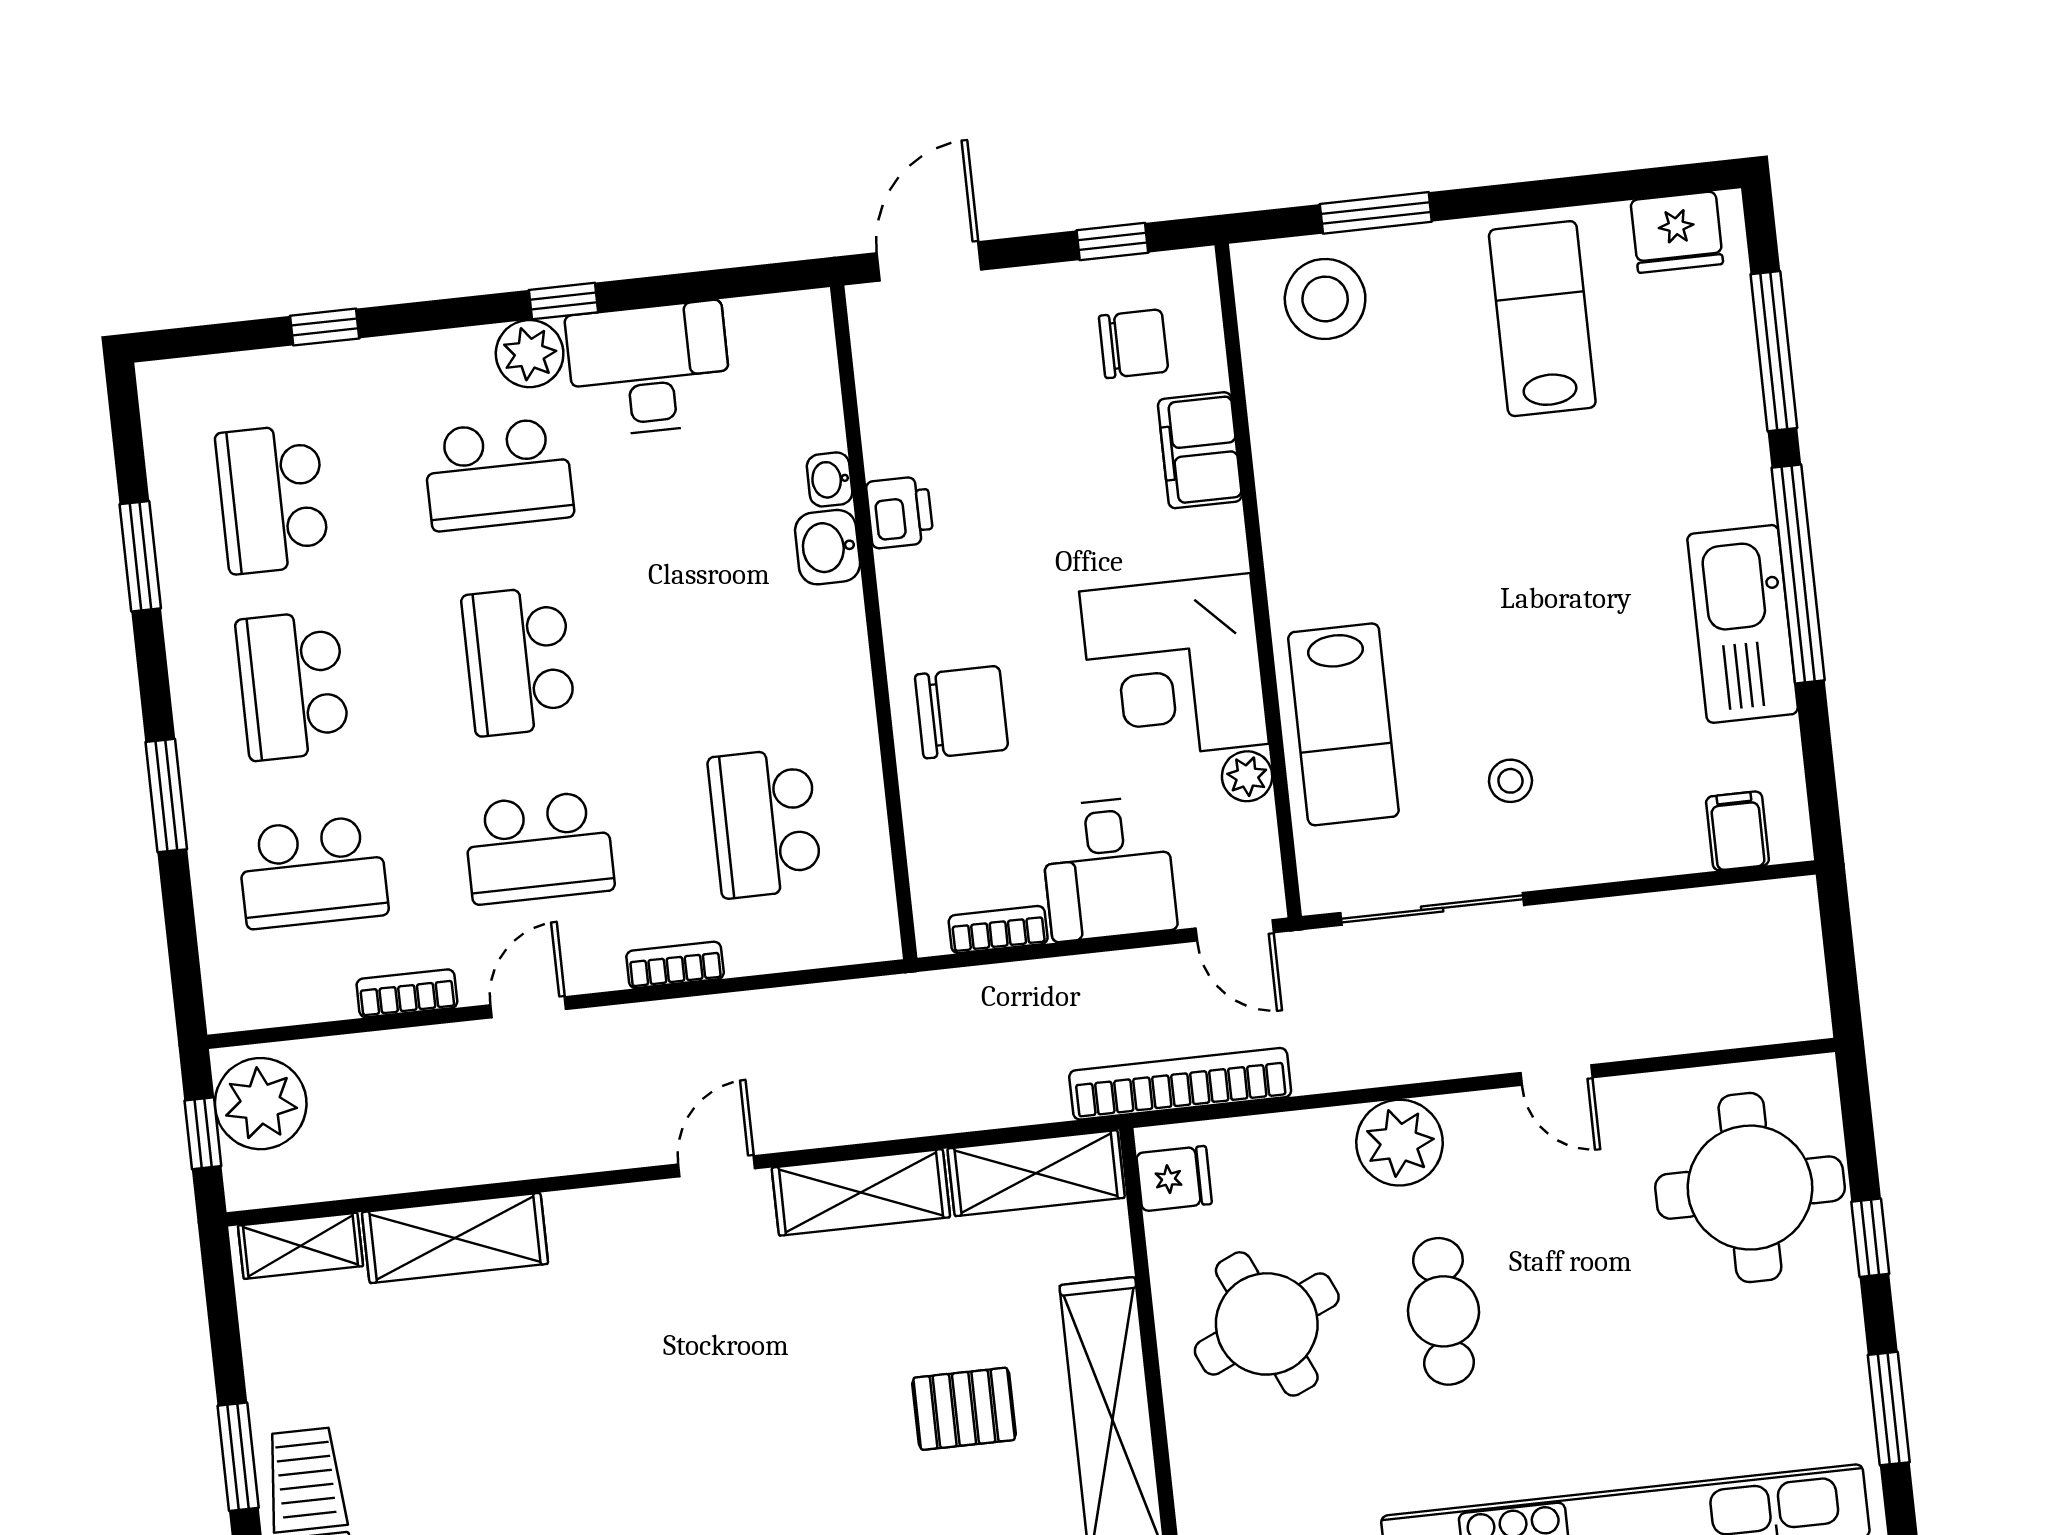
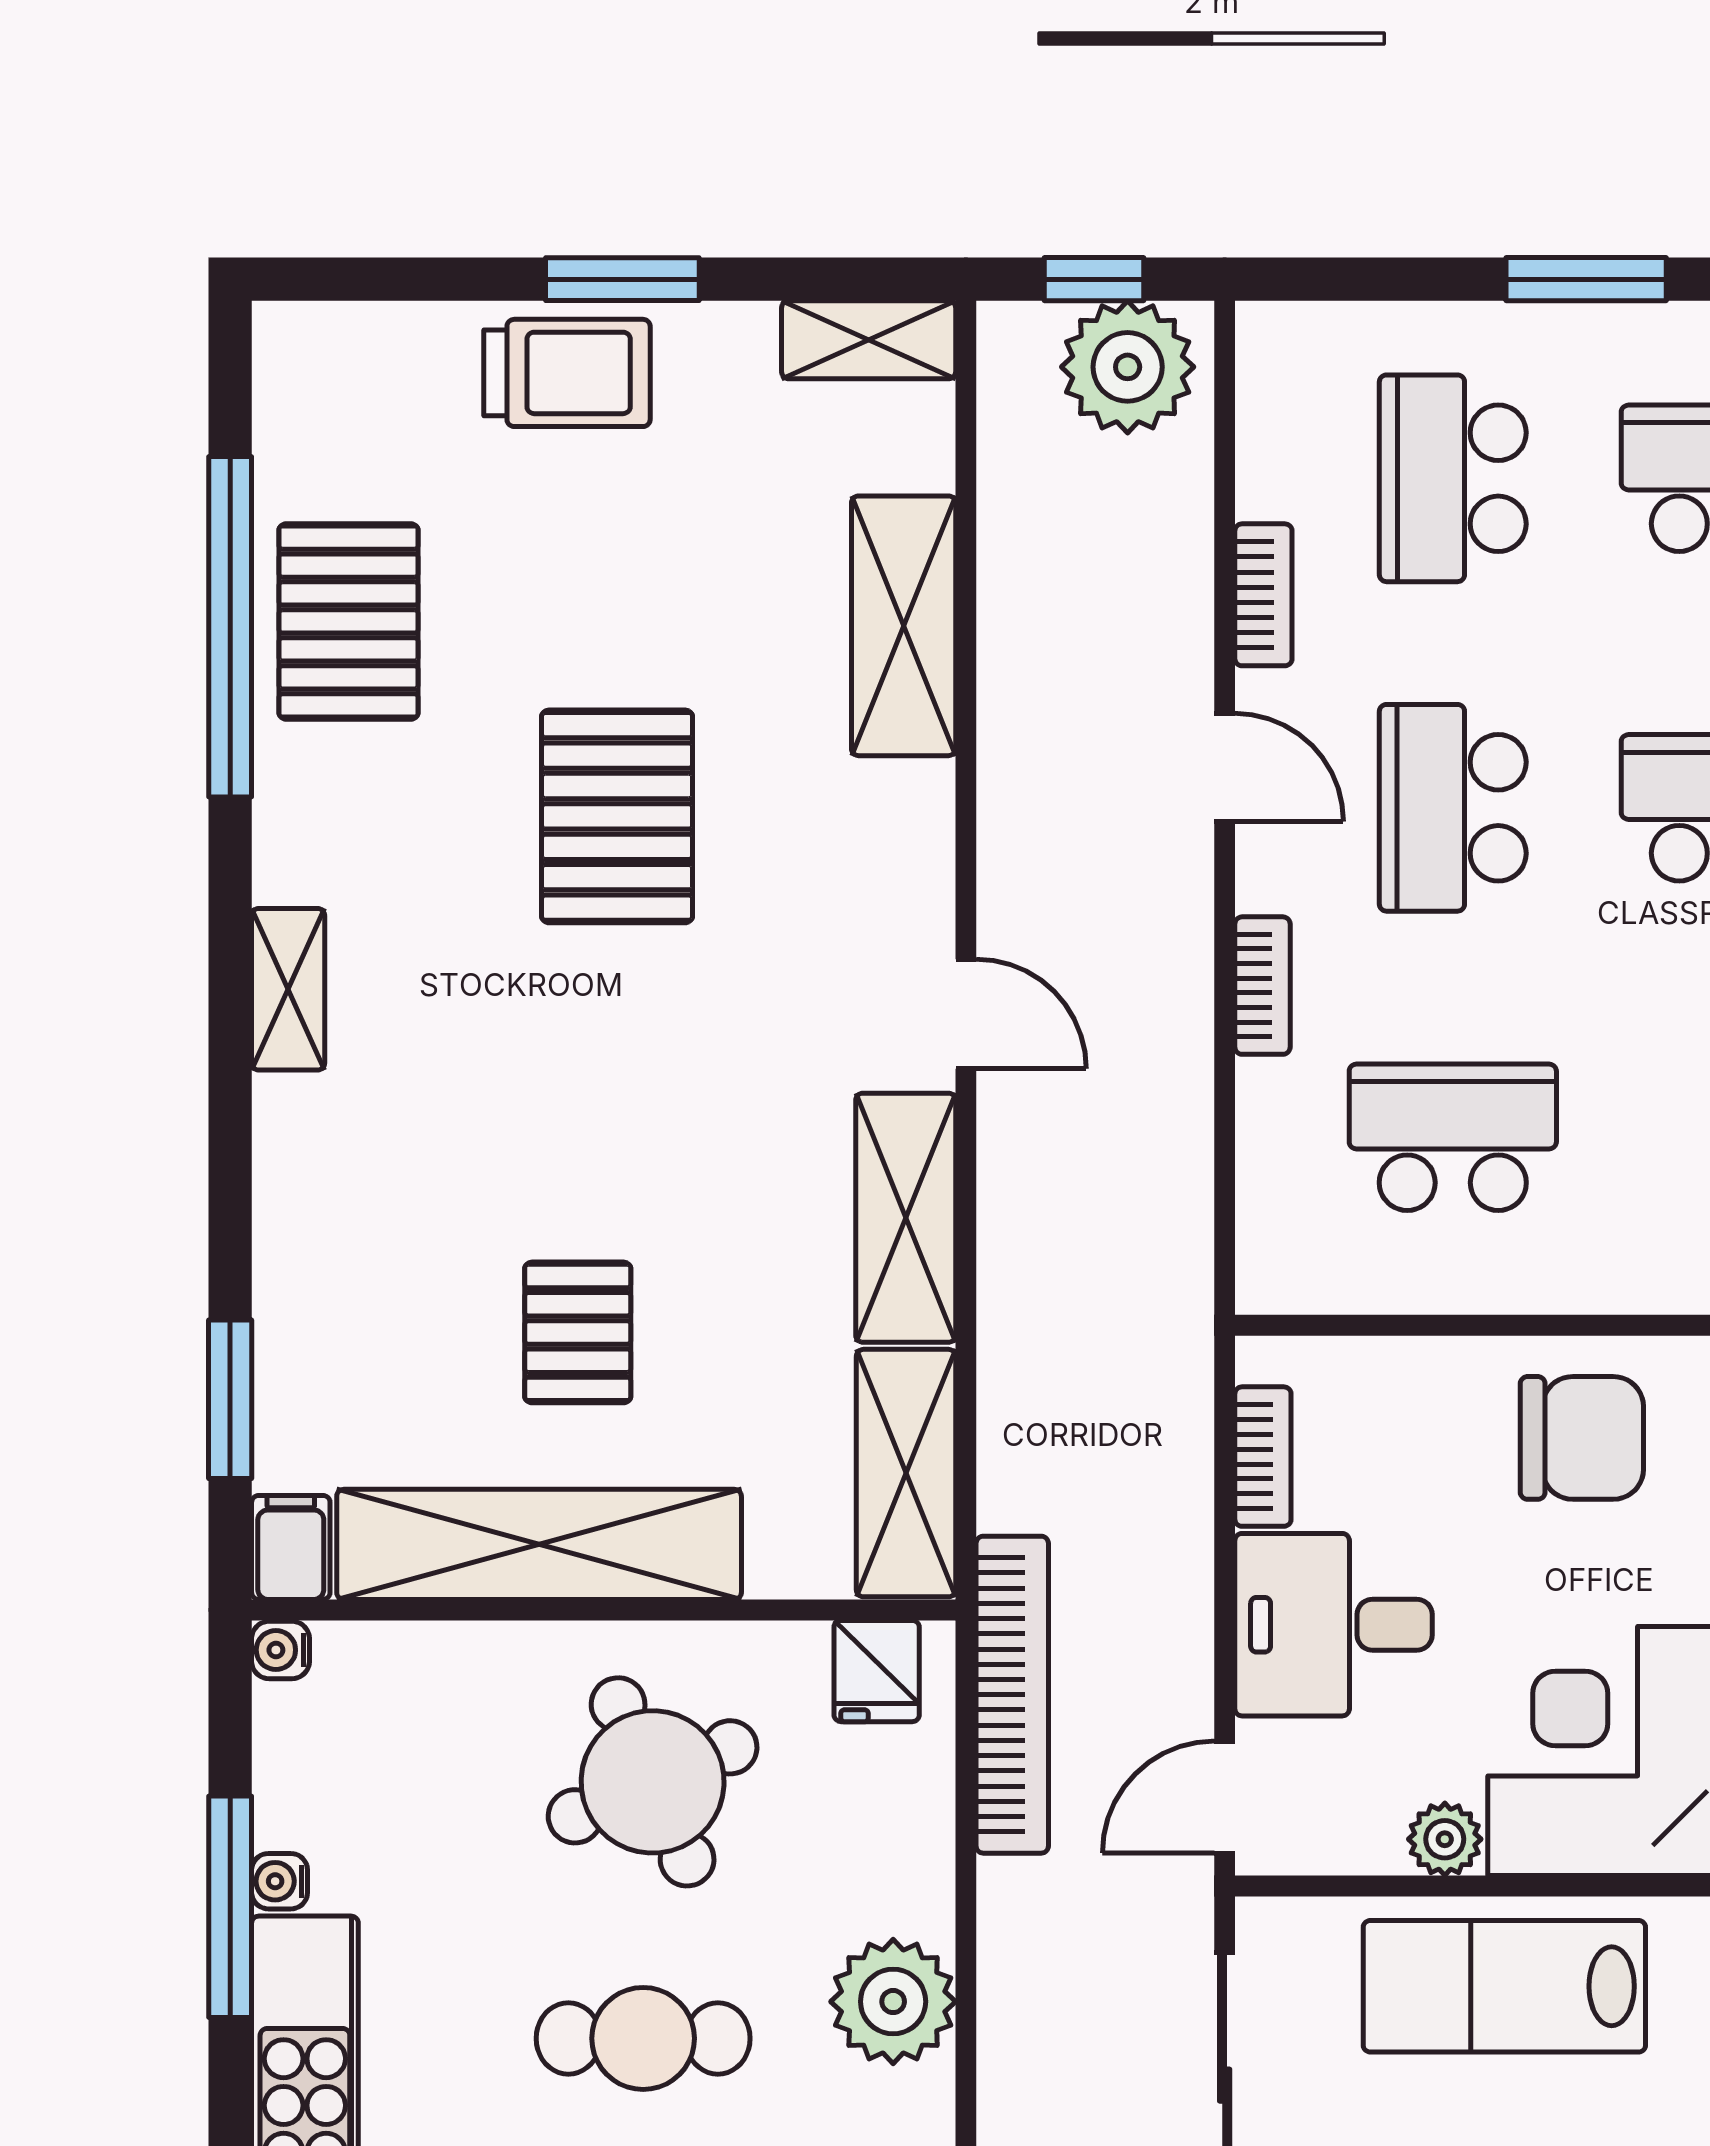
chair: (962, 712) -> (1582, 1438), turned -90
shelving: (301, 1246) -> (869, 340), moved, turned 90
pallet: (607, 1420) -> (617, 816), added

